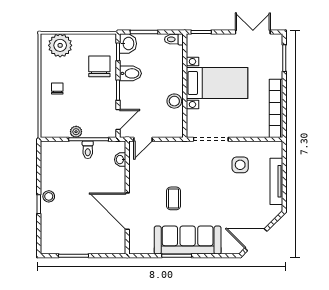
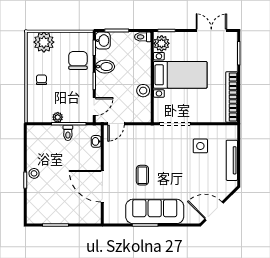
plant: (195, 47) -> (162, 43), added

